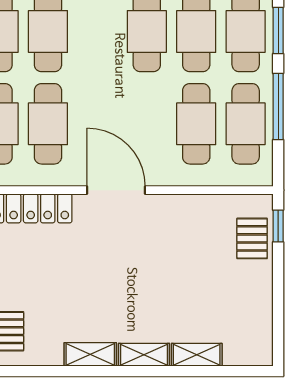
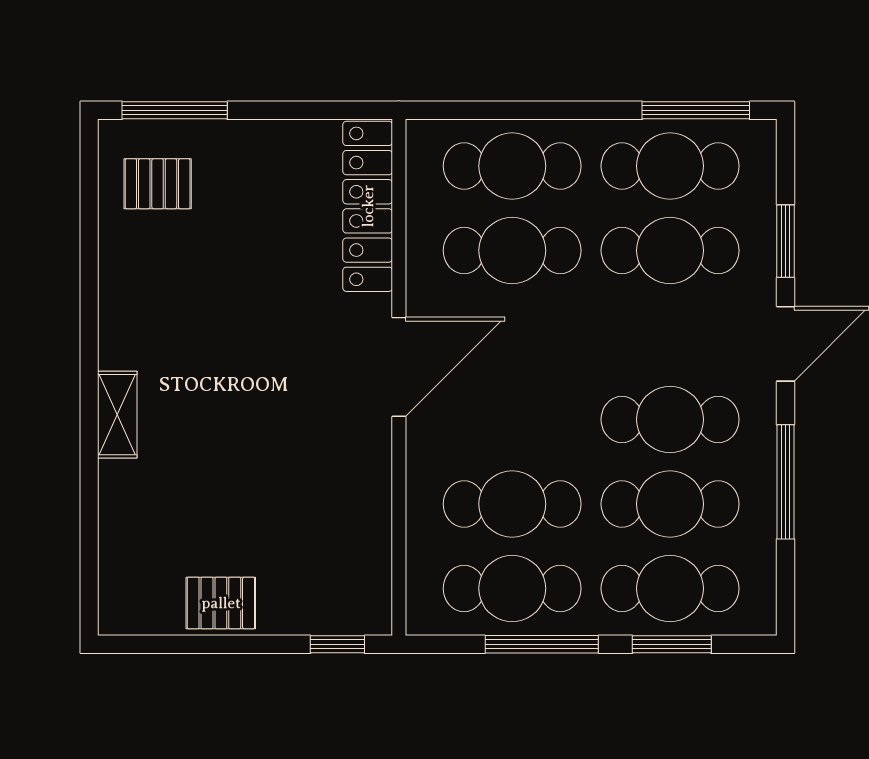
pallet: (252, 238) -> (221, 603), moved
shelving: (90, 354) -> (118, 323), removed
shelving: (197, 355) -> (117, 505), removed

